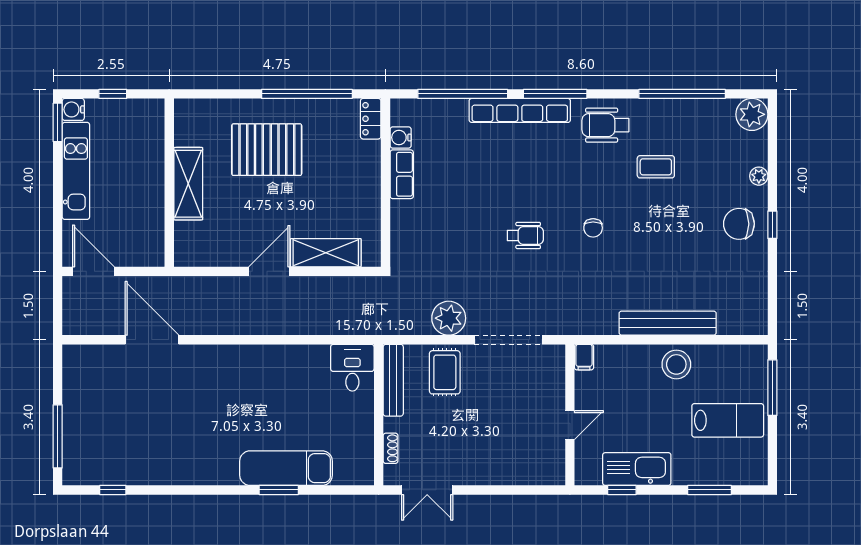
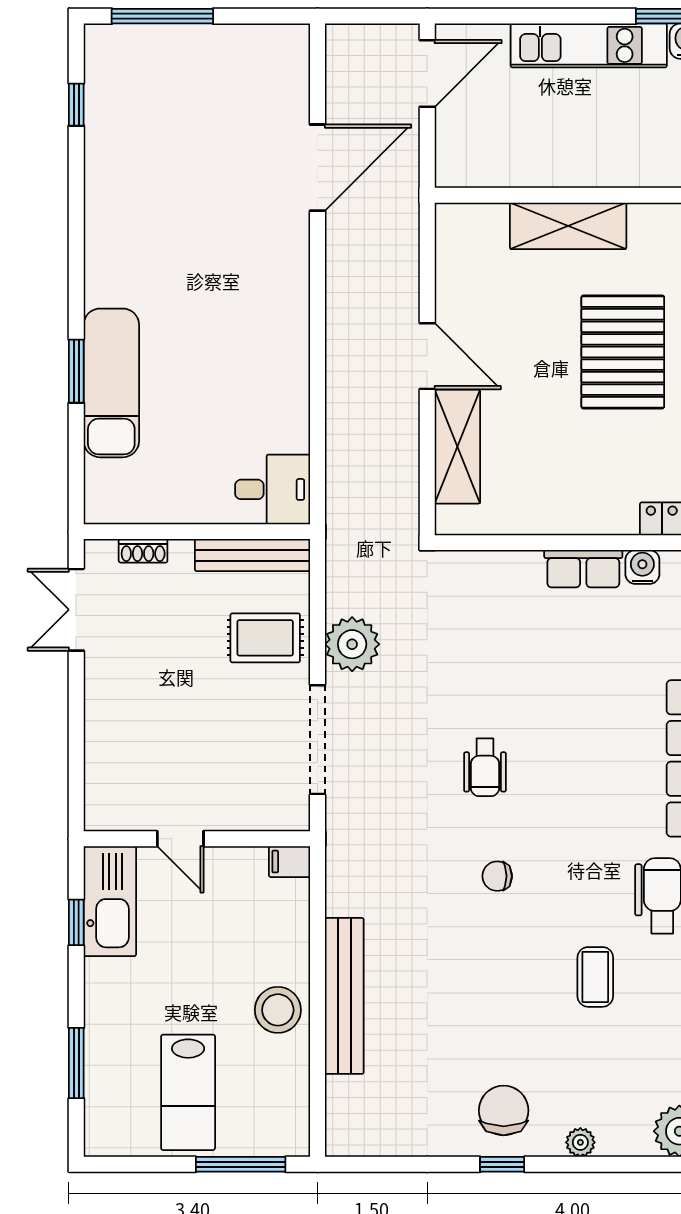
kitchen sink: (637, 469) -> (110, 901), moved

